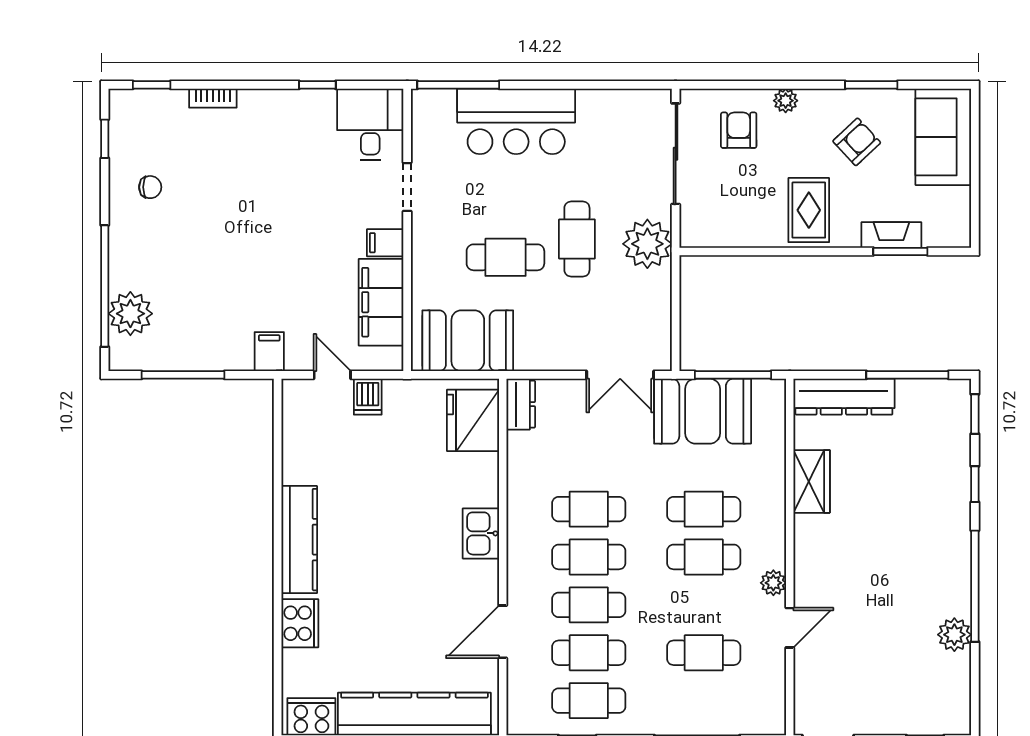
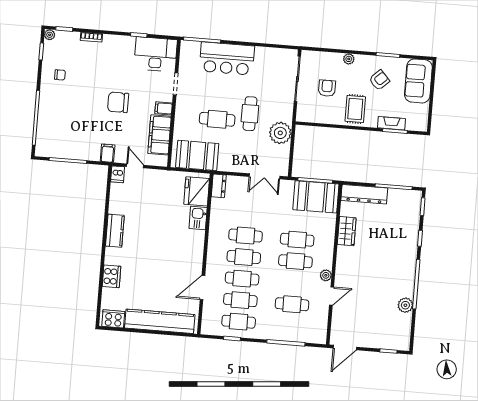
desk: (370, 124) -> (156, 54), width x1.37
armchair: (739, 130) -> (327, 88), moved
chair: (284, 237) -> (118, 102), added
plant: (647, 244) -> (280, 133), moved
plant: (130, 314) -> (50, 35), moved, width x0.53, depth x0.53
dishwasher: (368, 397) -> (118, 174), moved
booth: (703, 411) -> (316, 197), moved
kitchen sink: (481, 533) -> (198, 218), moved
kitchen counter: (299, 540) -> (115, 231), width x0.67

